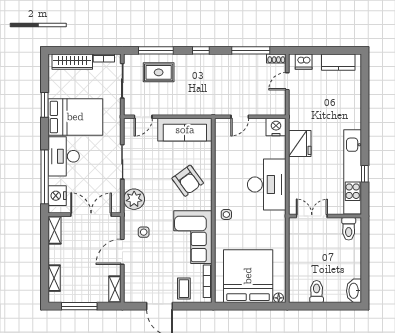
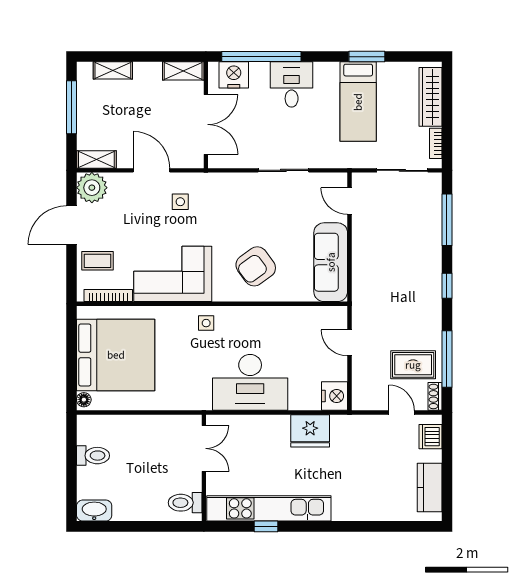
rug: (159, 72) -> (413, 365), moved, turned 90
bed: (75, 117) -> (358, 102), width x0.67
desk: (64, 156) -> (292, 84), width x0.73
plant: (134, 199) -> (92, 188), moved

